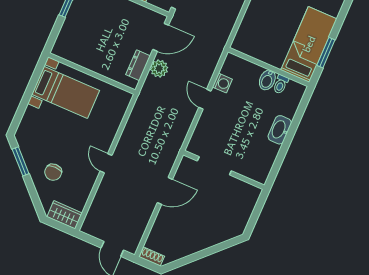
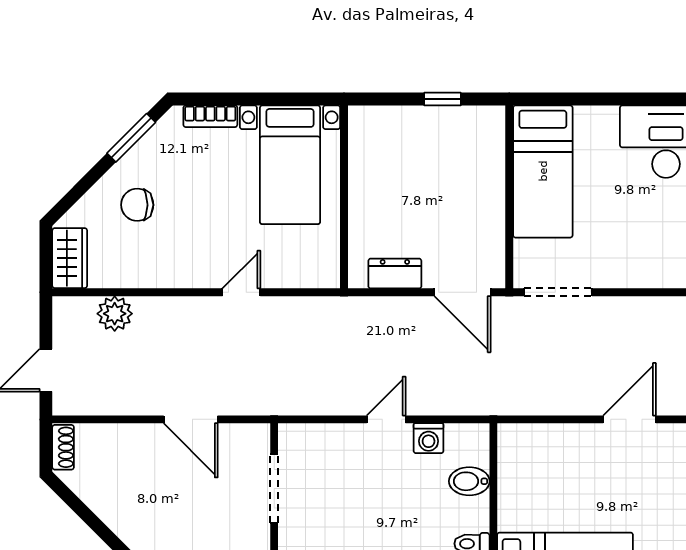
plant: (159, 69) -> (115, 314), moved
bidet: (267, 80) -> (469, 481), moved
bookcase: (27, 120) -> (210, 116), added
door: (106, 163) -> (241, 292), moved

